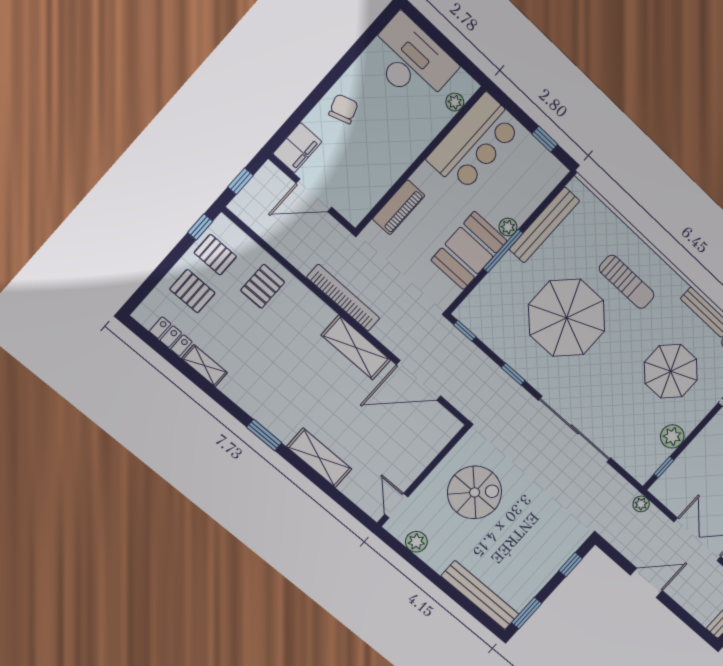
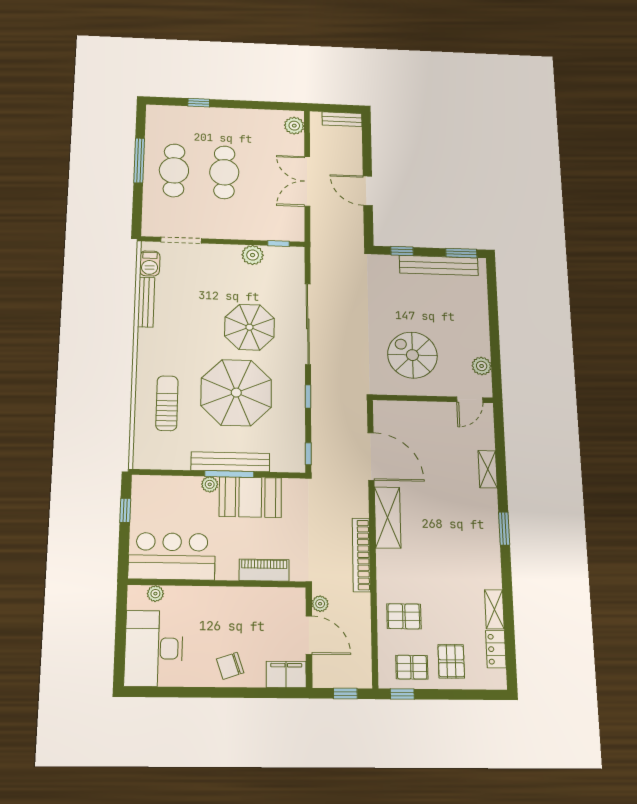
bench: (544, 225) -> (230, 462), moved
pallet: (215, 255) -> (412, 667), turned 90
sun lounger: (627, 282) -> (167, 403), moved
parasol: (671, 371) -> (249, 327), moved
shelving: (319, 458) -> (488, 469), width x0.67, depth x0.75
plant: (641, 504) -> (320, 604), moved
bench: (480, 595) -> (439, 265), moved, turned 90

